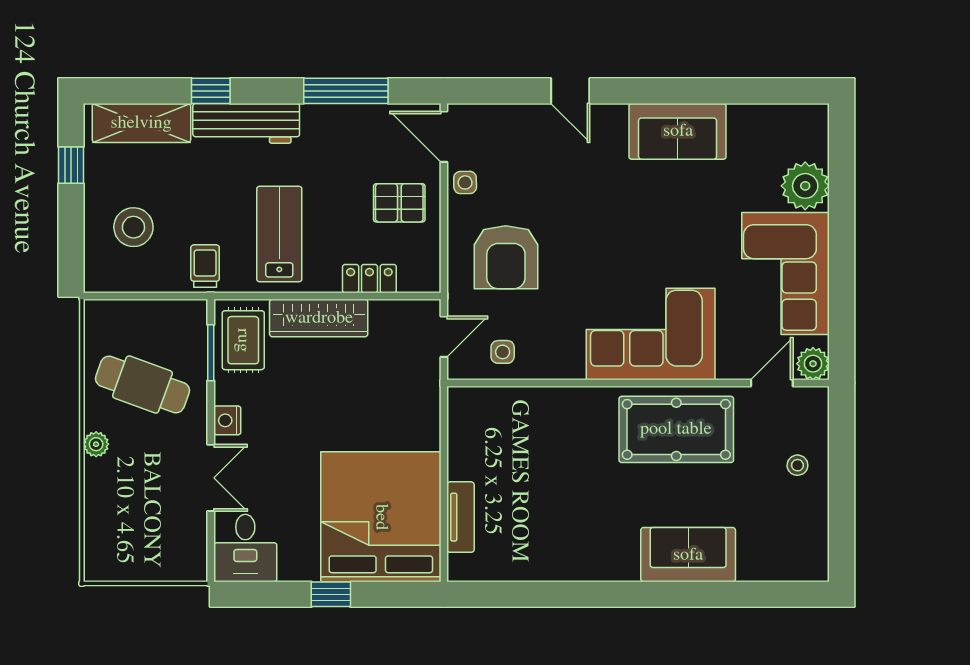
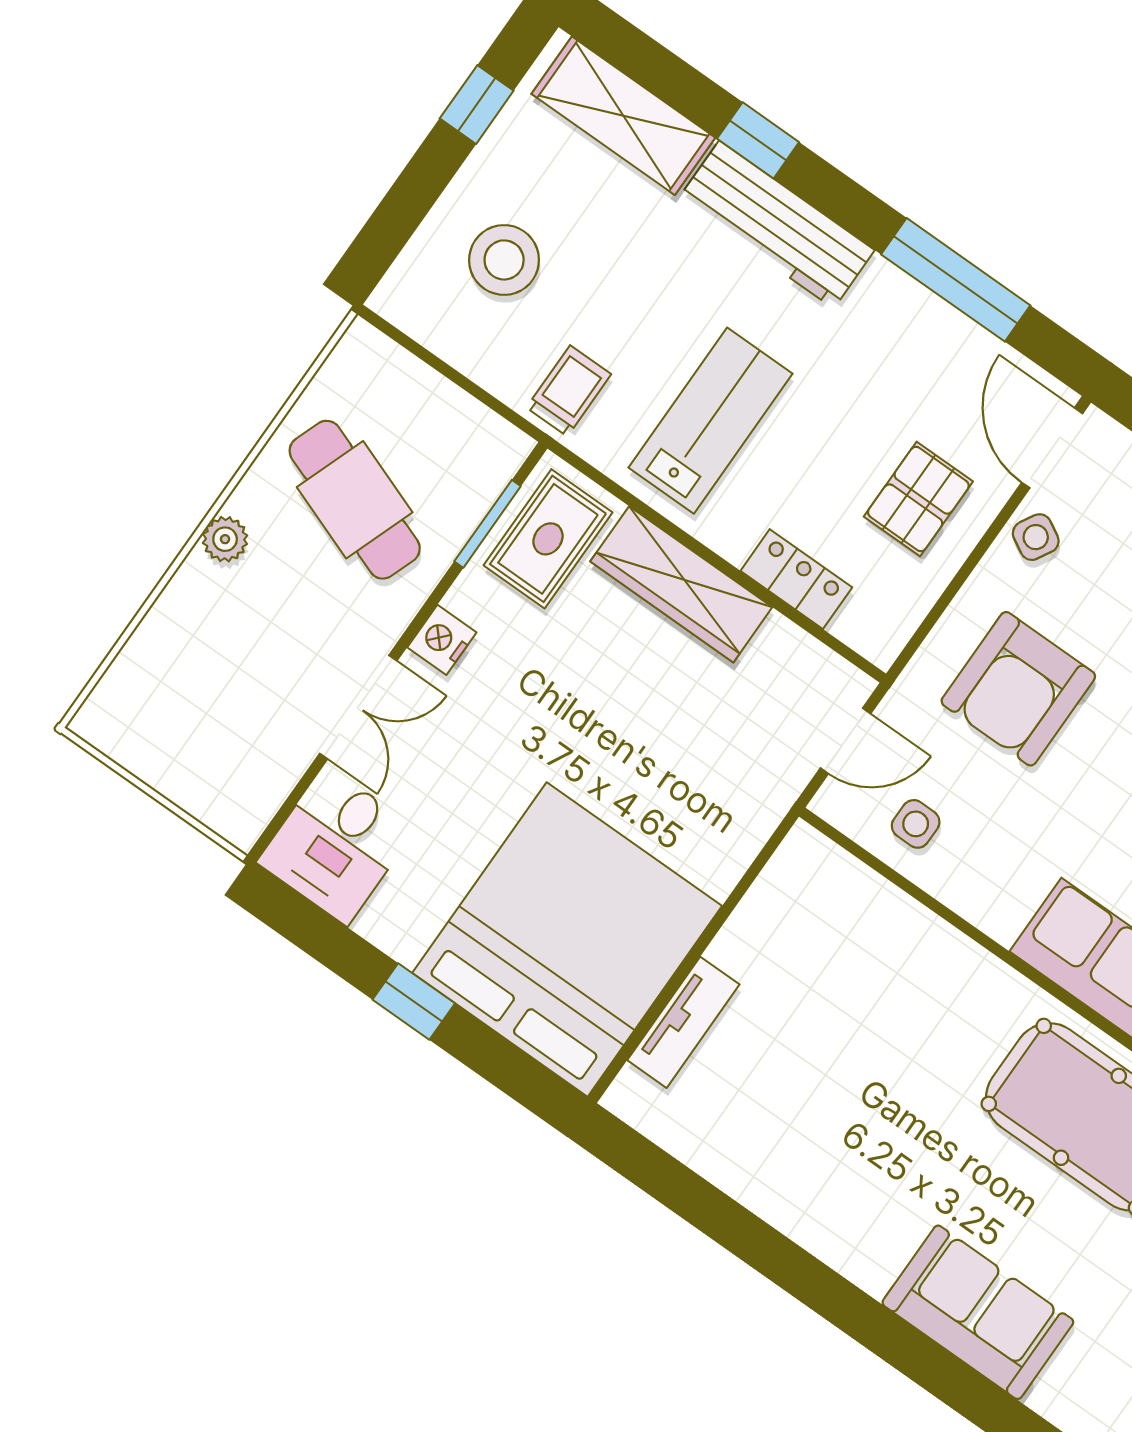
side table: (465, 182) -> (1036, 537), turned 30
pallet: (399, 203) -> (918, 499), turned 90

